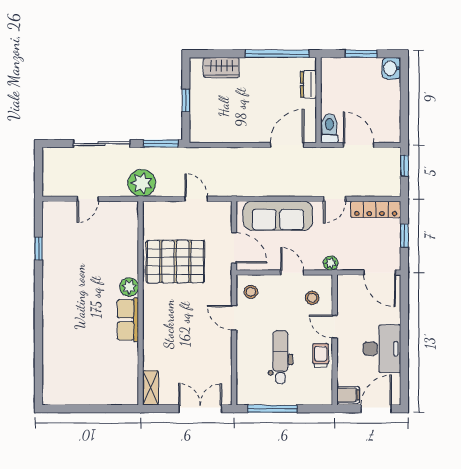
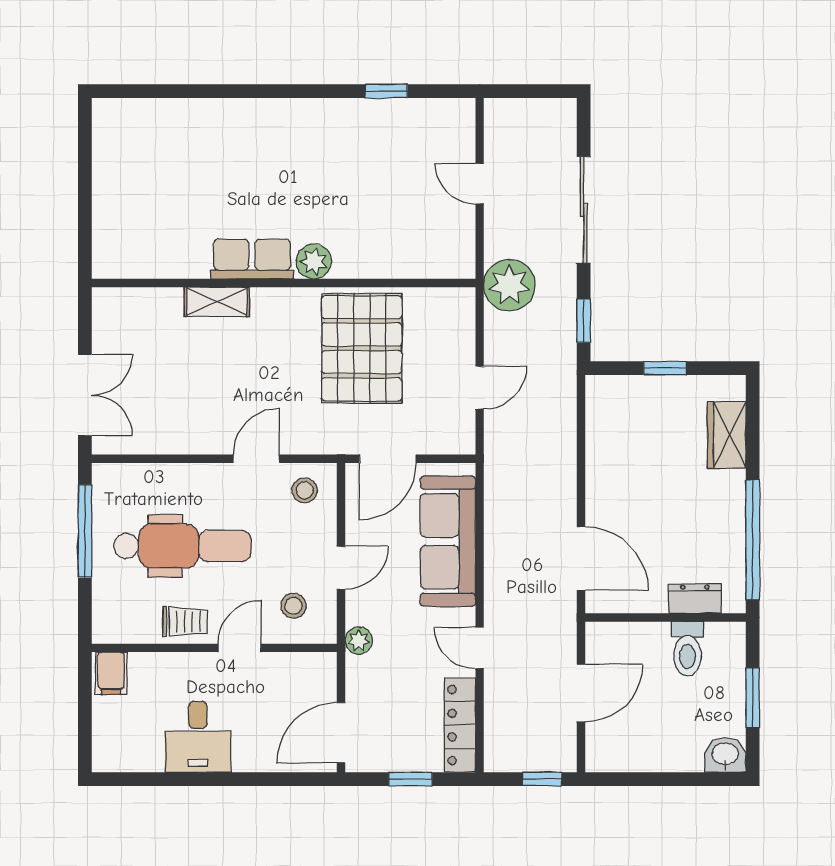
toilet: (329, 128) -> (687, 649), moved, turned 90
window: (161, 144) -> (584, 321), width x0.67
desk: (382, 349) -> (198, 737), width x0.73
dental chair: (280, 357) -> (182, 546), width x1.36, depth x1.38
shelving: (151, 388) -> (217, 302), moved
door: (376, 409) -> (85, 726), removed

